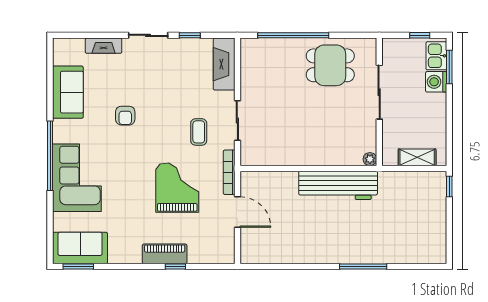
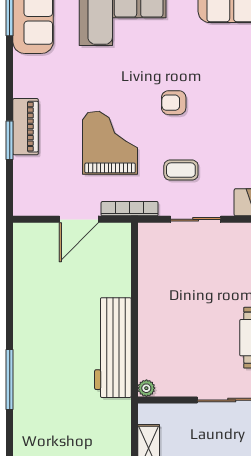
armchair: (125, 116) -> (174, 103), moved
grand piano: (177, 188) -> (110, 143), turned -90
window: (175, 266) -> (10, 140), width x1.50

